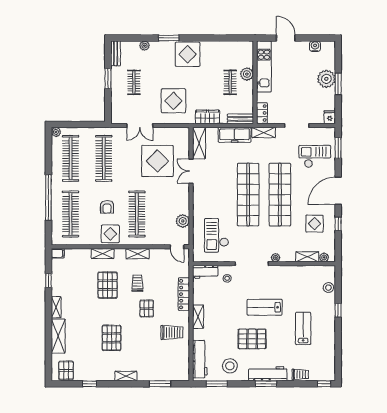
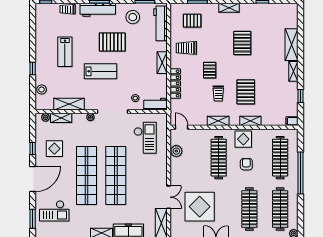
shelving: (299, 272) -> (69, 104), added
pallet: (66, 370) -> (192, 21), moved, turned 90

